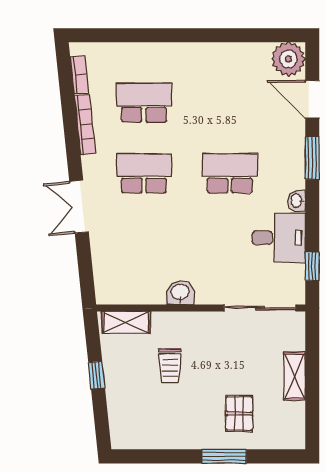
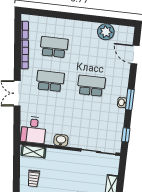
plant: (288, 59) -> (106, 32), moved
window: (312, 158) -> (130, 100), moved
desk: (279, 238) -> (33, 130), moved, turned 90
trolley: (170, 366) -> (33, 178), moved
window: (97, 375) -> (16, 175), removed

